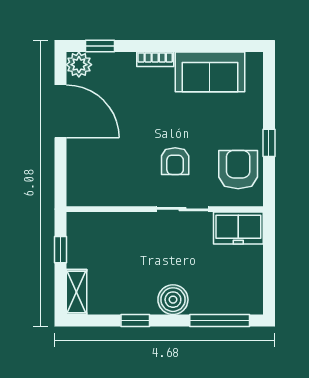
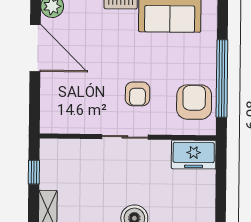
window: (269, 143) -> (222, 78), width x3.17
sliding door: (183, 209) -> (125, 137), moved

